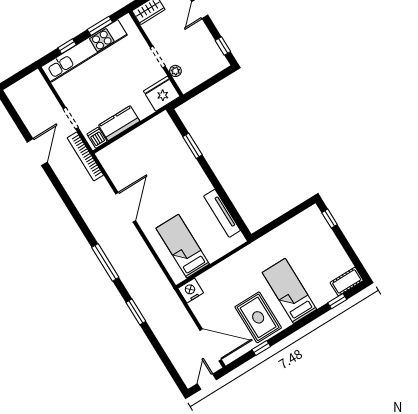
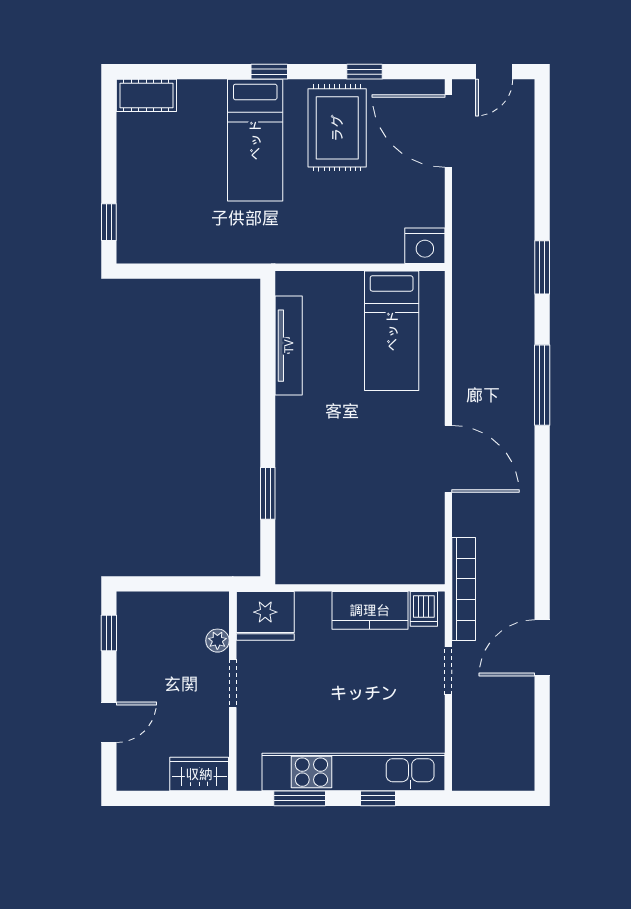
door: (126, 207) -> (448, 459), swing flipped
window: (337, 301) -> (269, 72), moved

